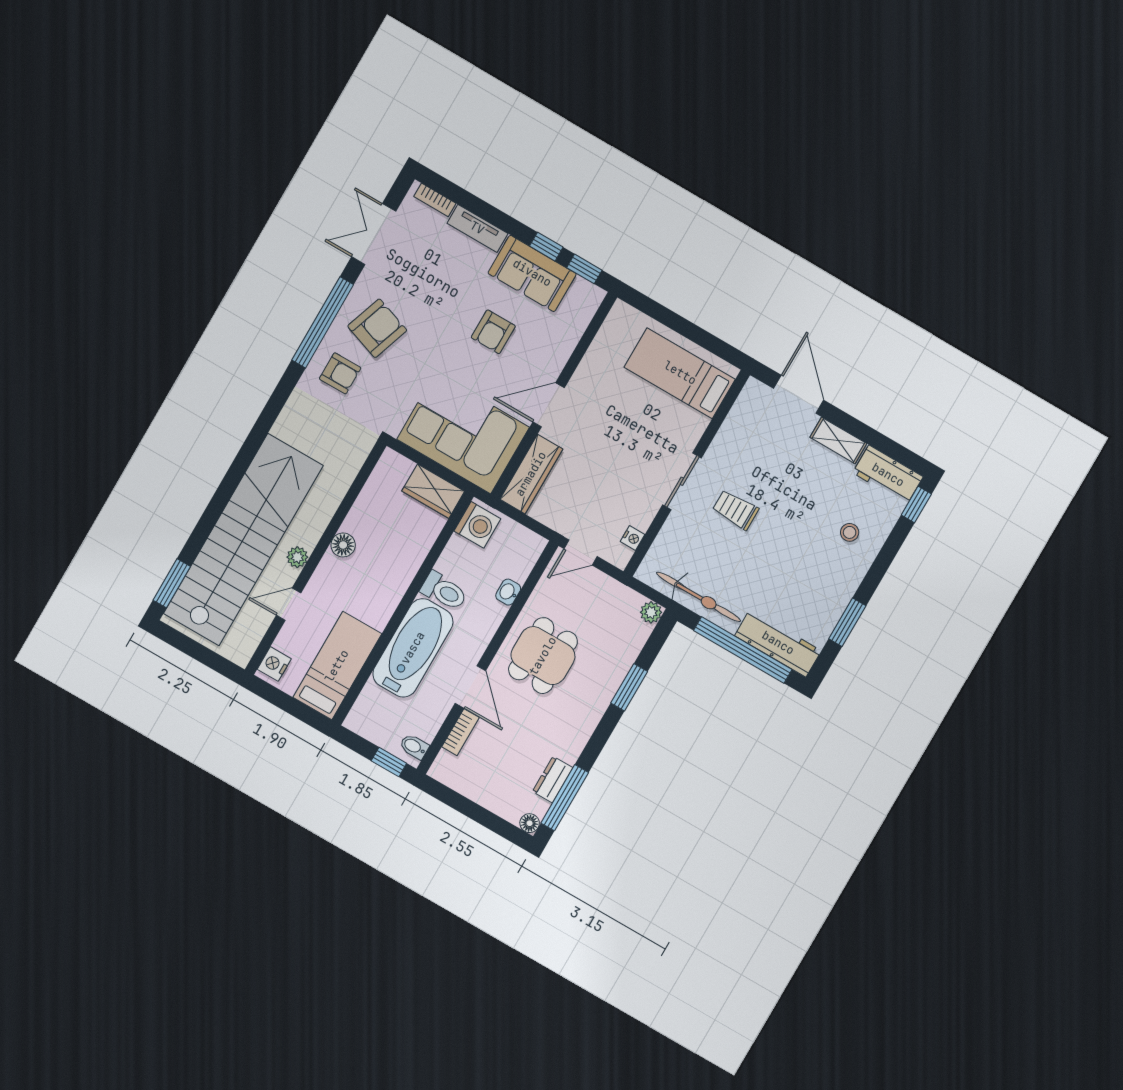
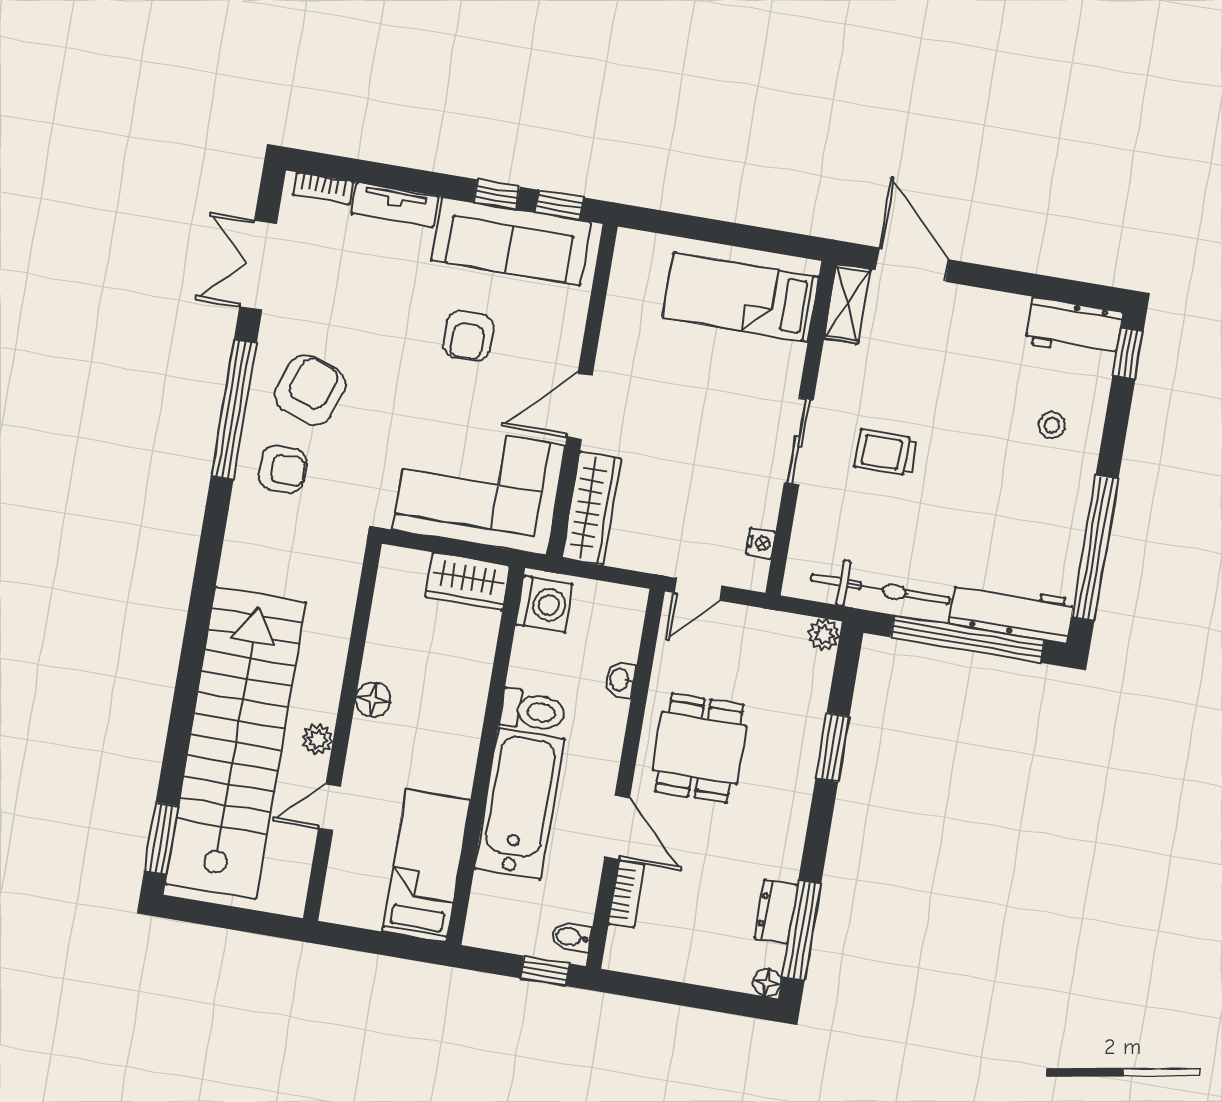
sofa: (532, 273) -> (511, 241), width x1.36
shelving: (838, 440) -> (847, 304), moved, turned 90
window: (847, 622) -> (1095, 548), width x2.11
nightstand: (274, 664) -> (340, 896), removed

